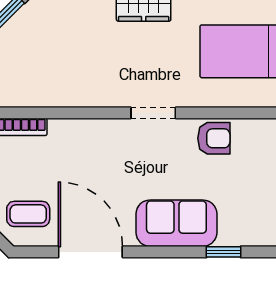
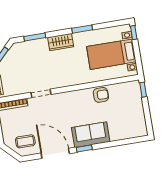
doorway: (153, 113) -> (41, 93), moved
window: (224, 252) -> (84, 149), moved

